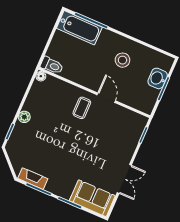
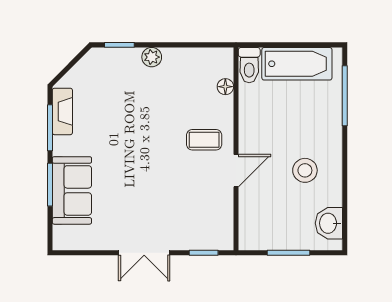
bathtub: (79, 28) -> (297, 64), moved, turned -90
floor lamp: (41, 76) -> (225, 87), moved
washbasin: (158, 78) -> (329, 223), moved, turned -90
double door: (124, 179) -> (144, 253), moved
sofa: (92, 198) -> (72, 190), moved

